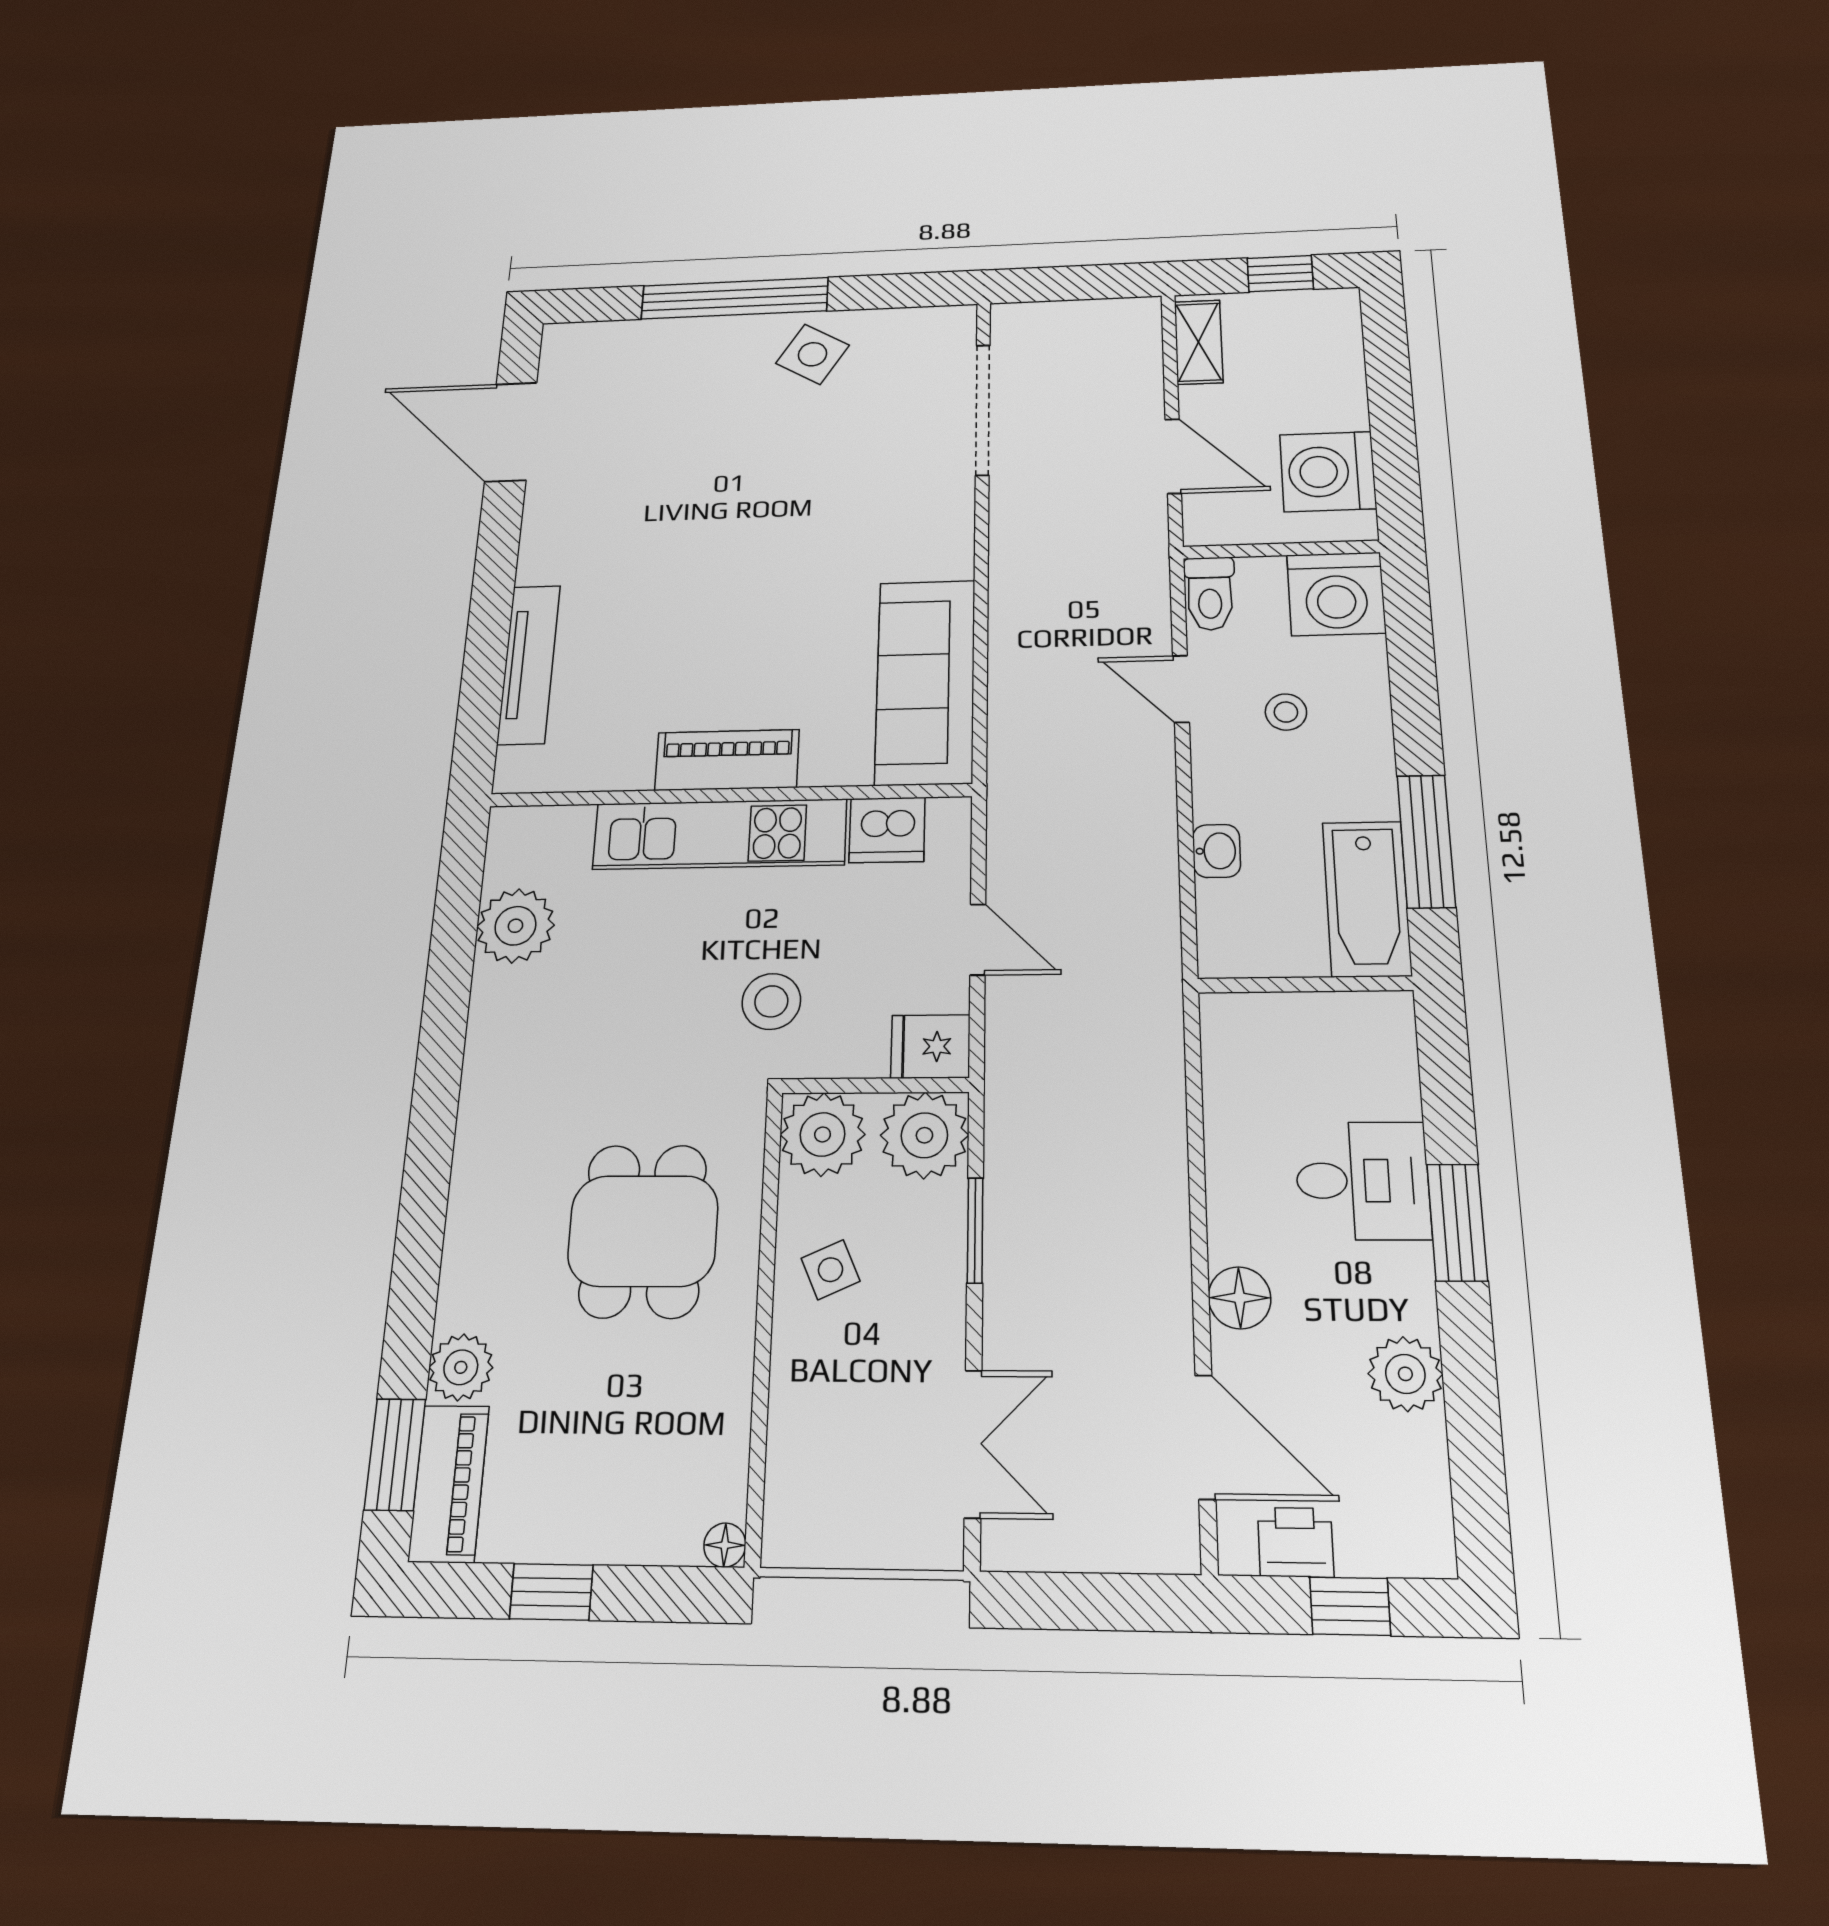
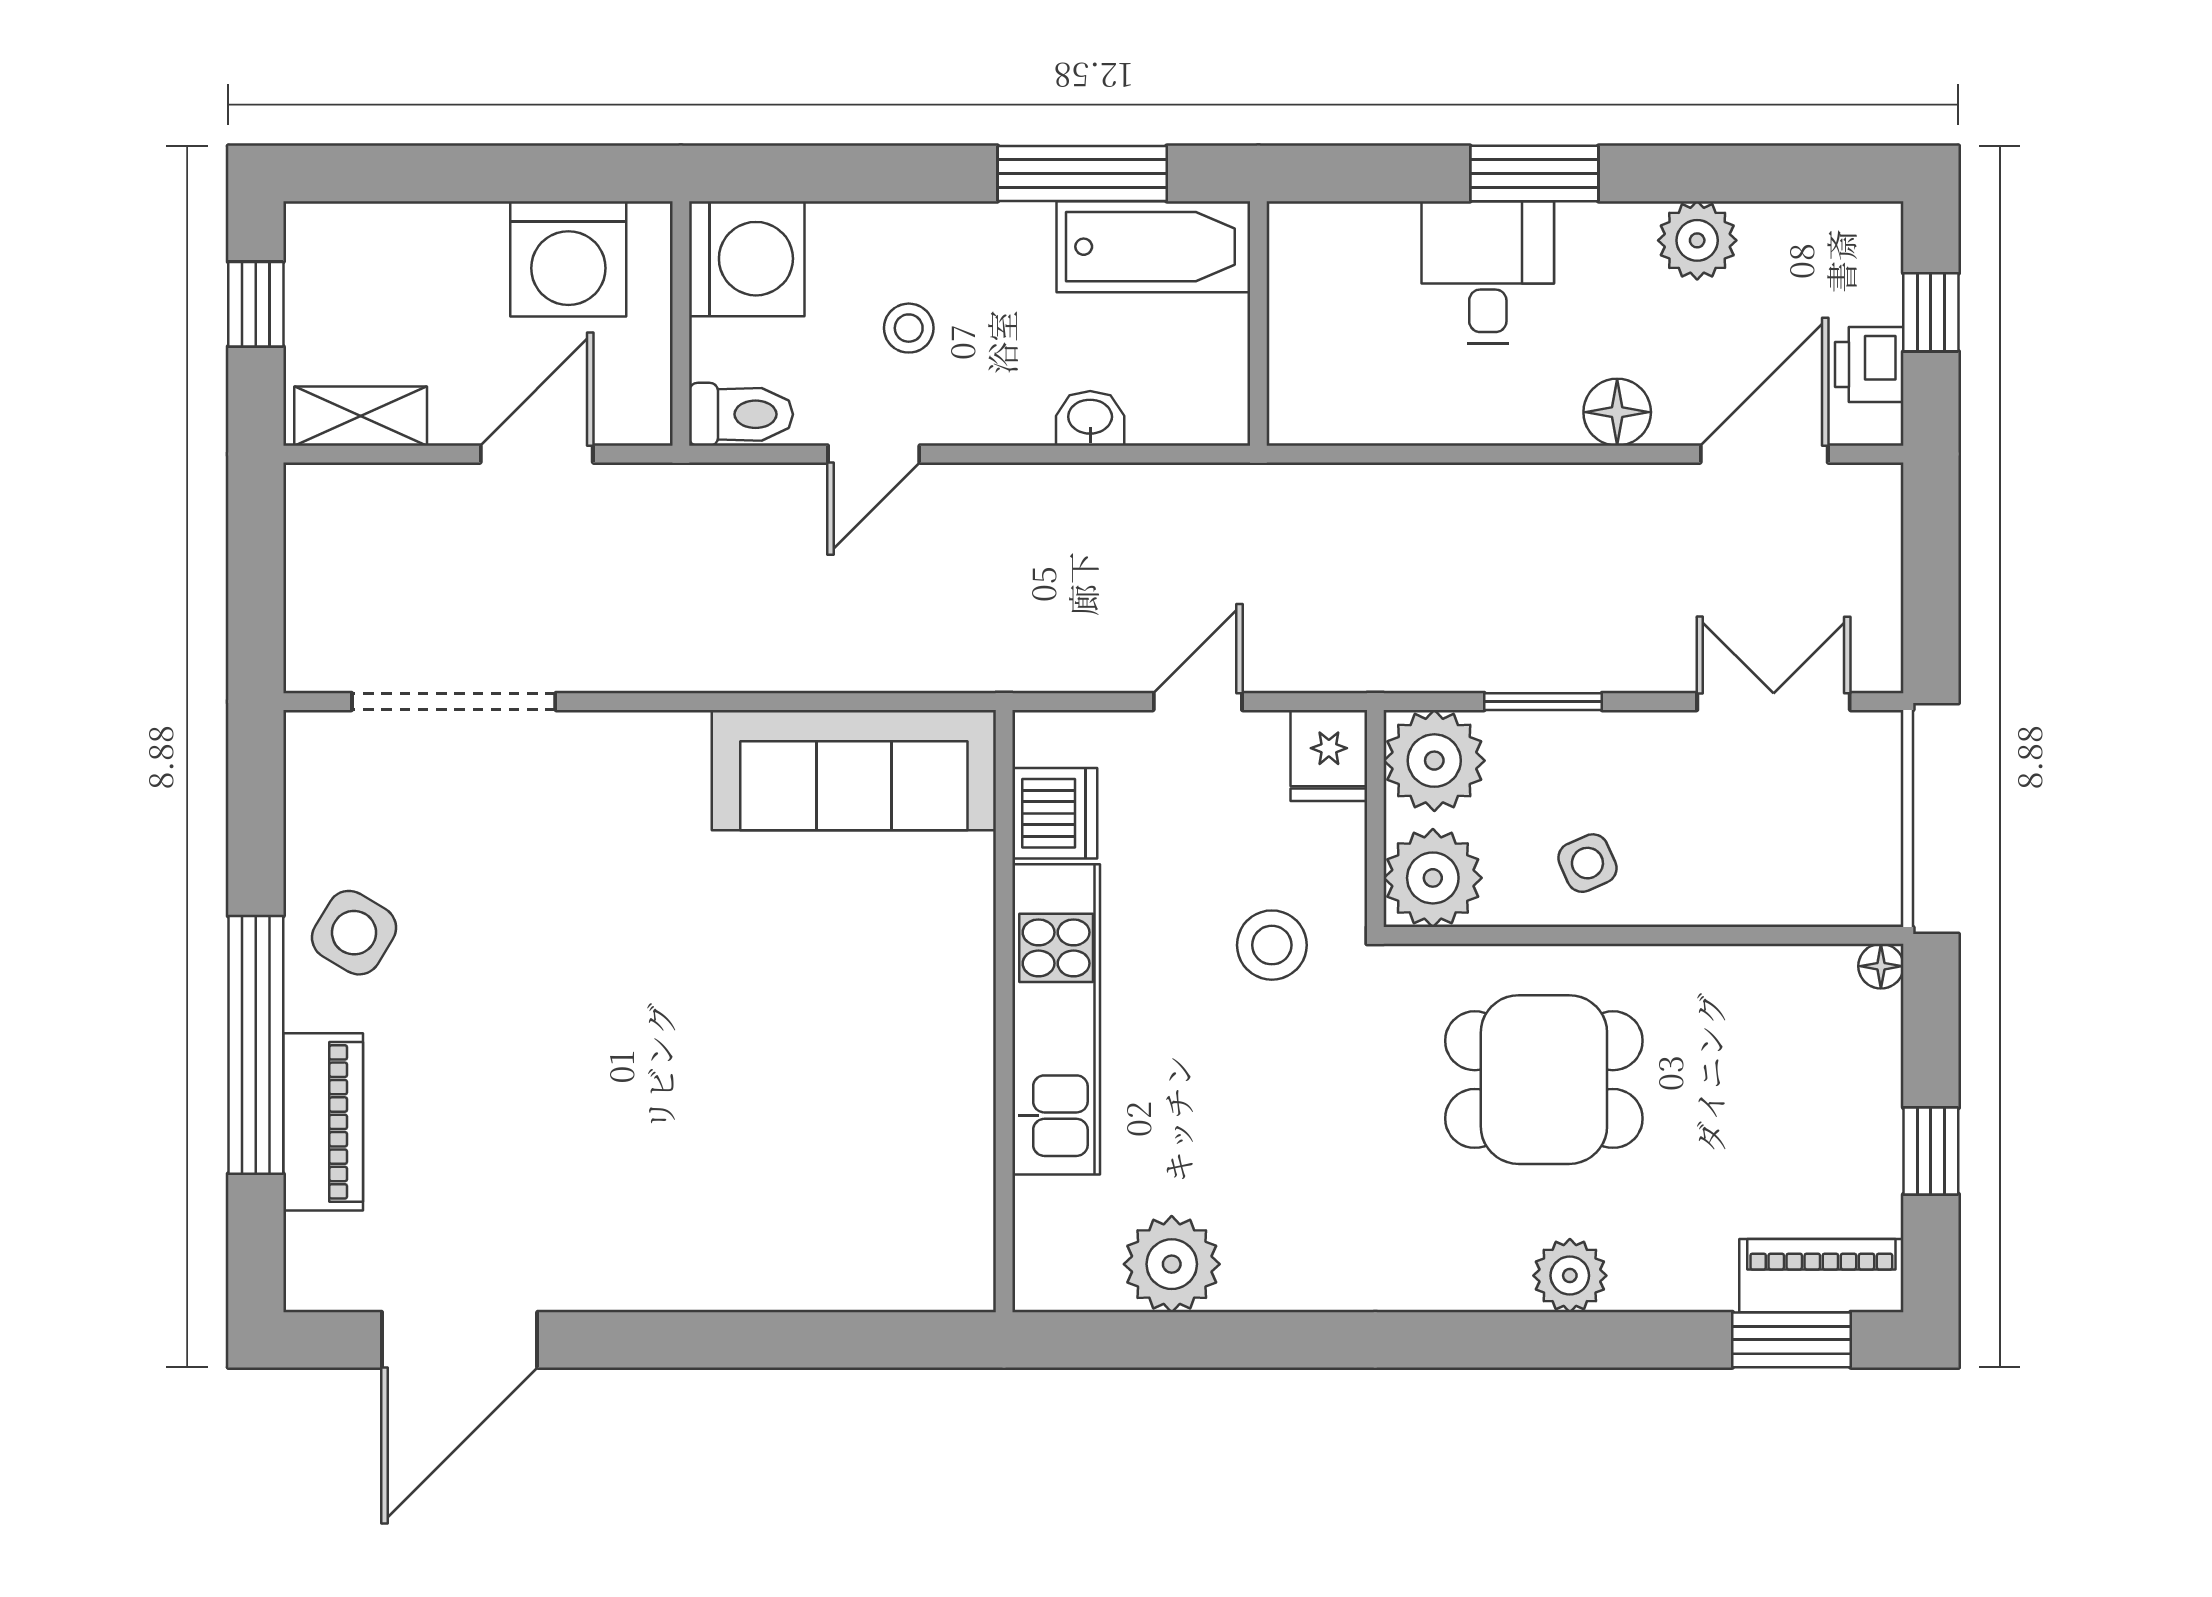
tv unit: (529, 664) -> (814, 1281), removed
piano: (727, 760) -> (323, 1122), moved, turned 180
plant: (461, 1367) -> (1570, 1276), moved

